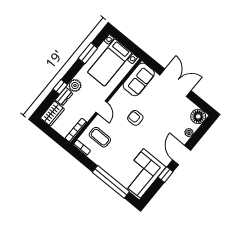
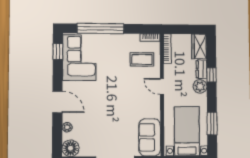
armchair: (135, 118) -> (125, 101), removed
window: (166, 175) -> (58, 51), moved

